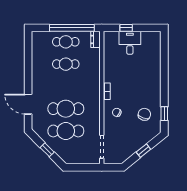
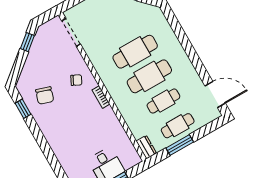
window: (72, 28) -> (180, 145), width x0.47
door: (28, 104) -> (215, 95), moved
cafe table: (66, 131) -> (149, 76), moved
window: (143, 151) -> (27, 42), moved

